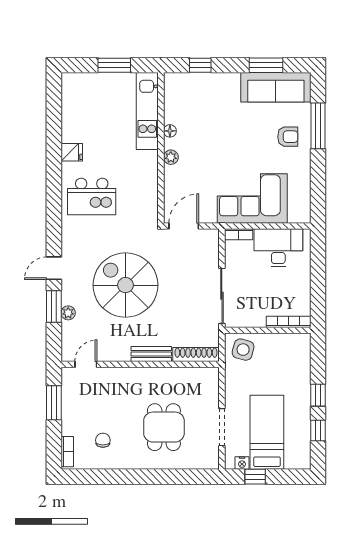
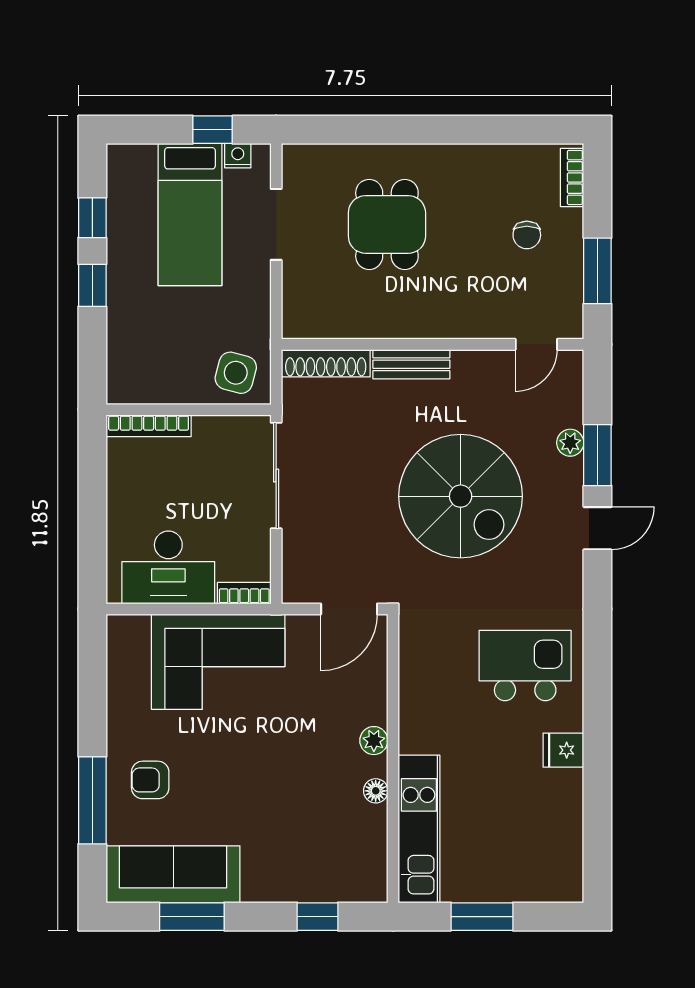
chair: (103, 440) -> (527, 235), moved

